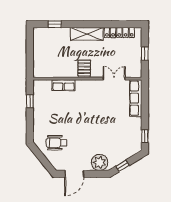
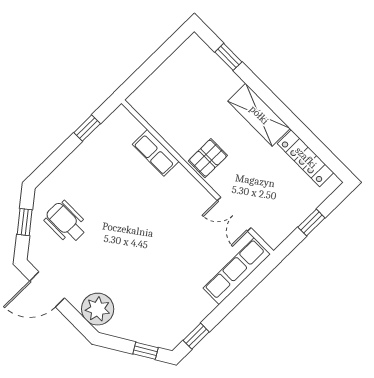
double door: (114, 79) -> (234, 214), swing flipped
window: (42, 158) -> (25, 222), added
window: (122, 166) -> (145, 351), moved

